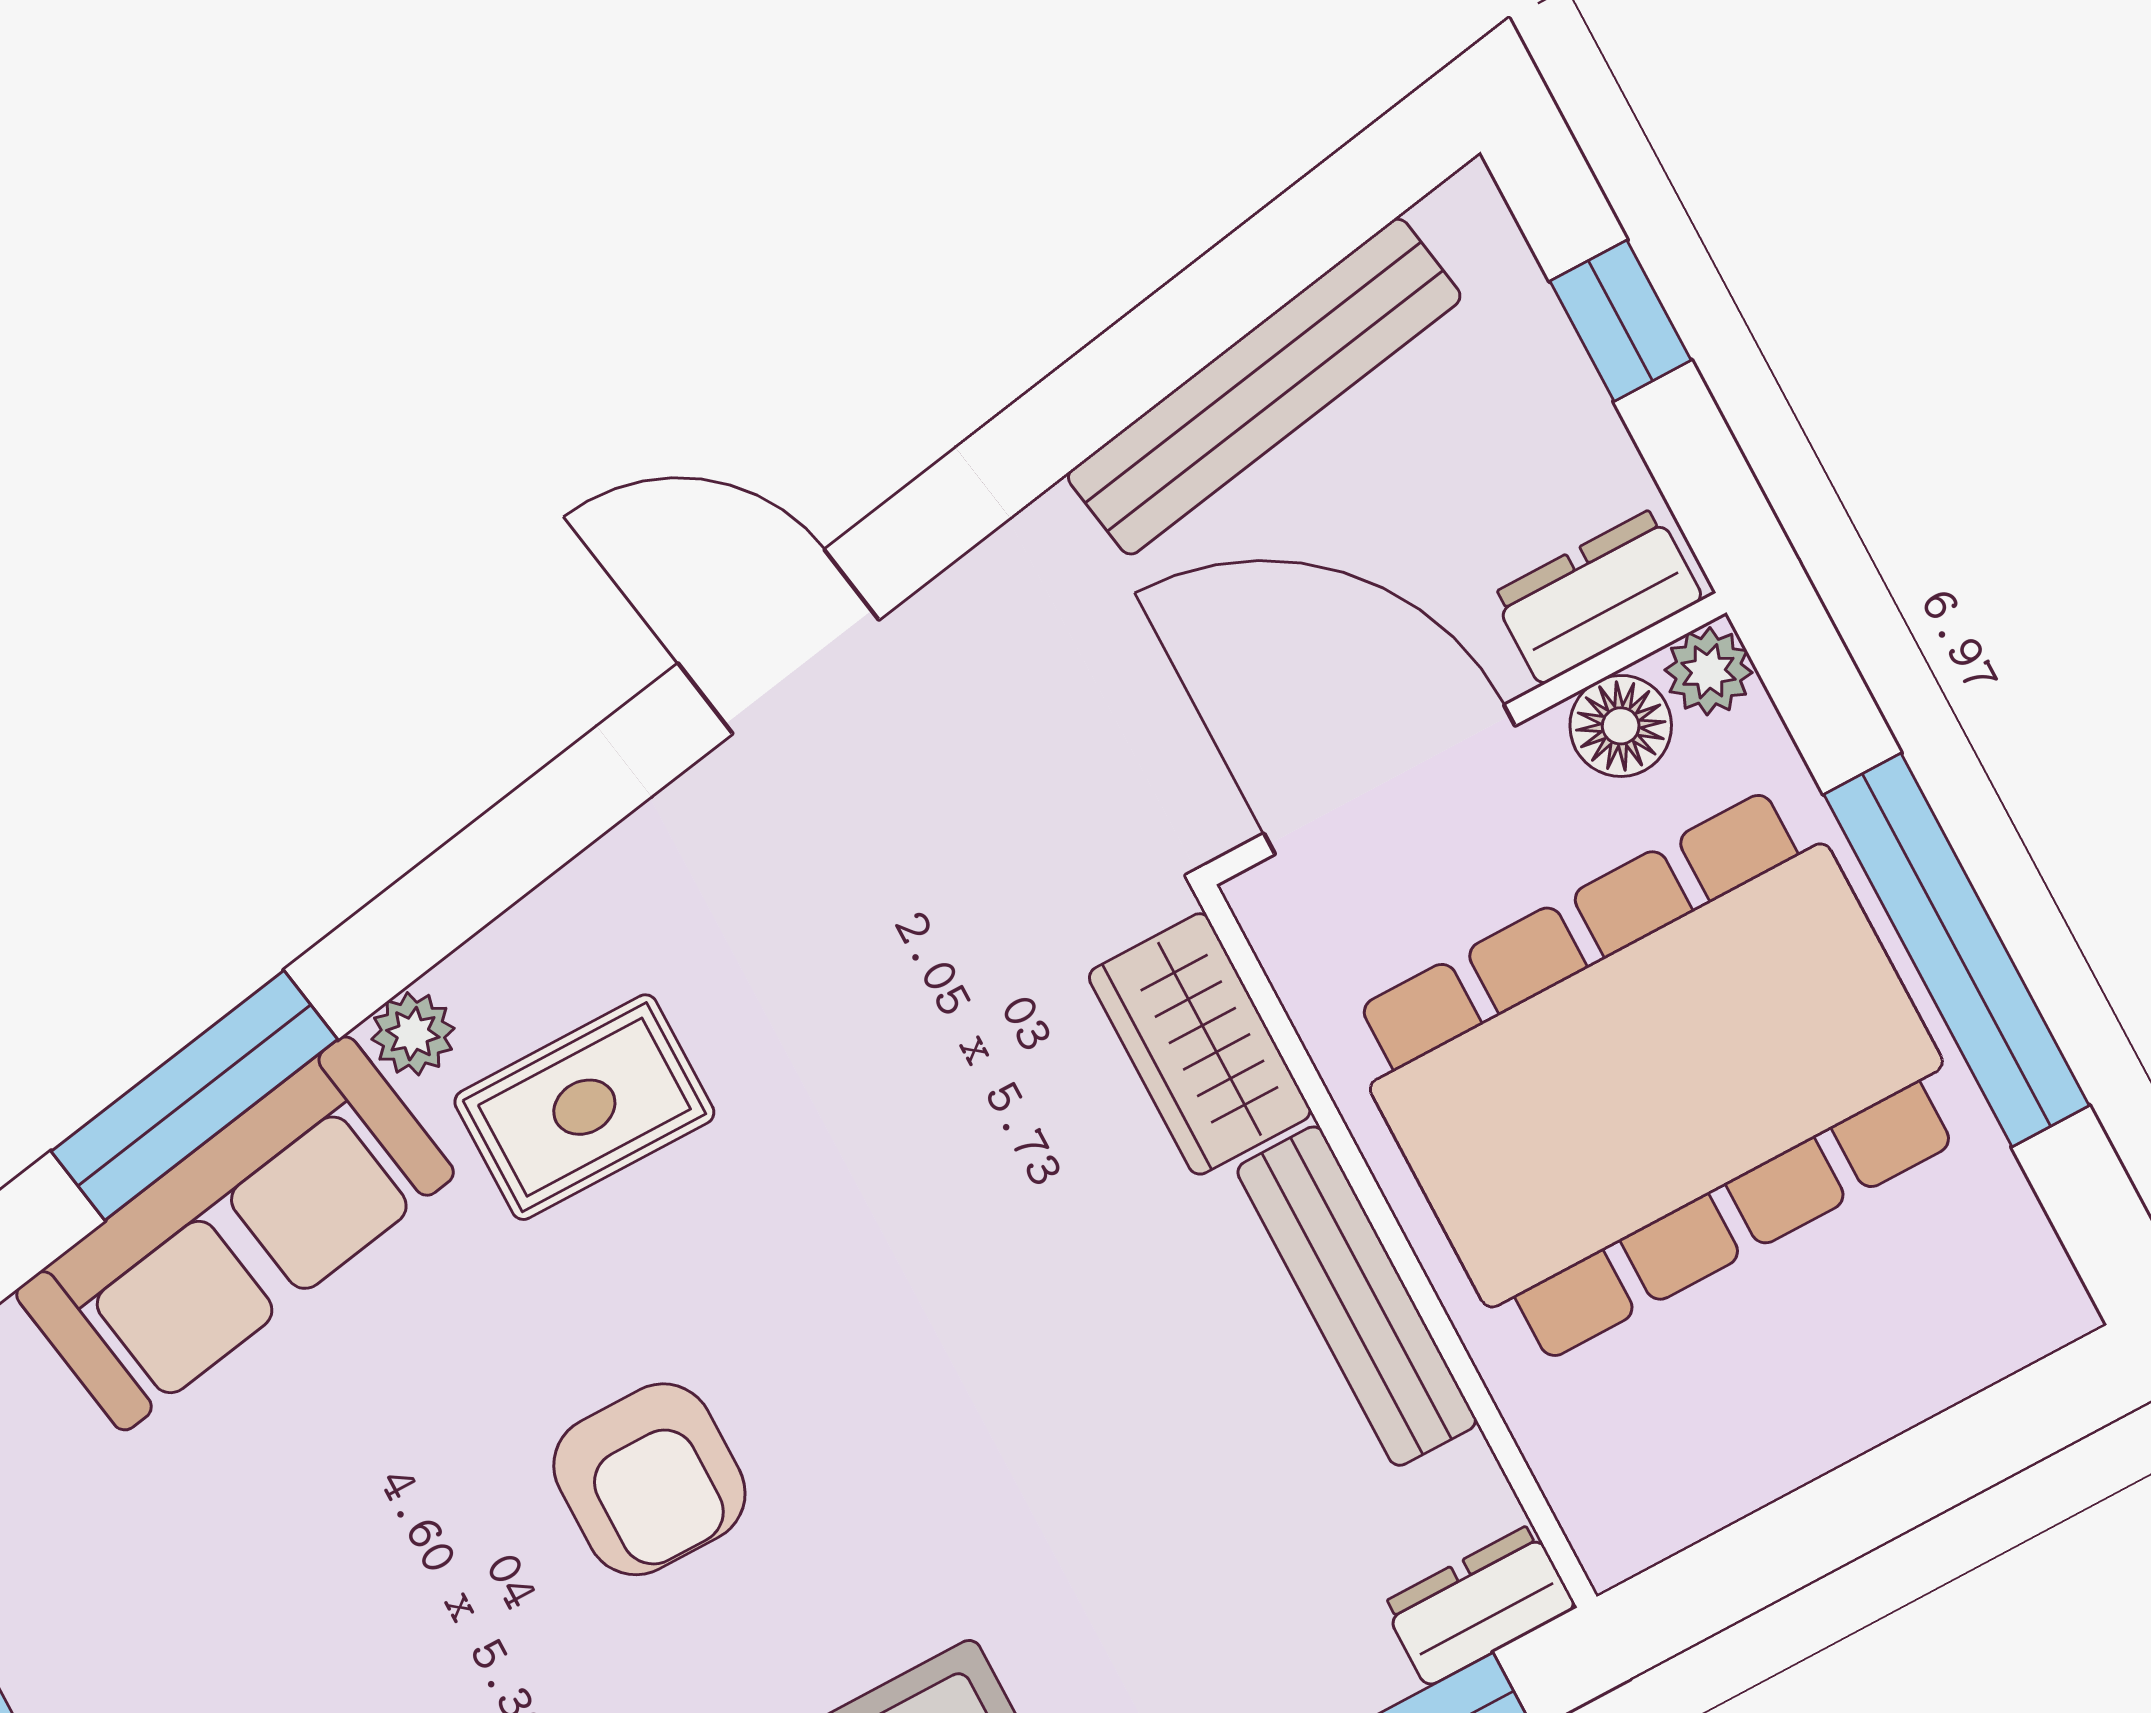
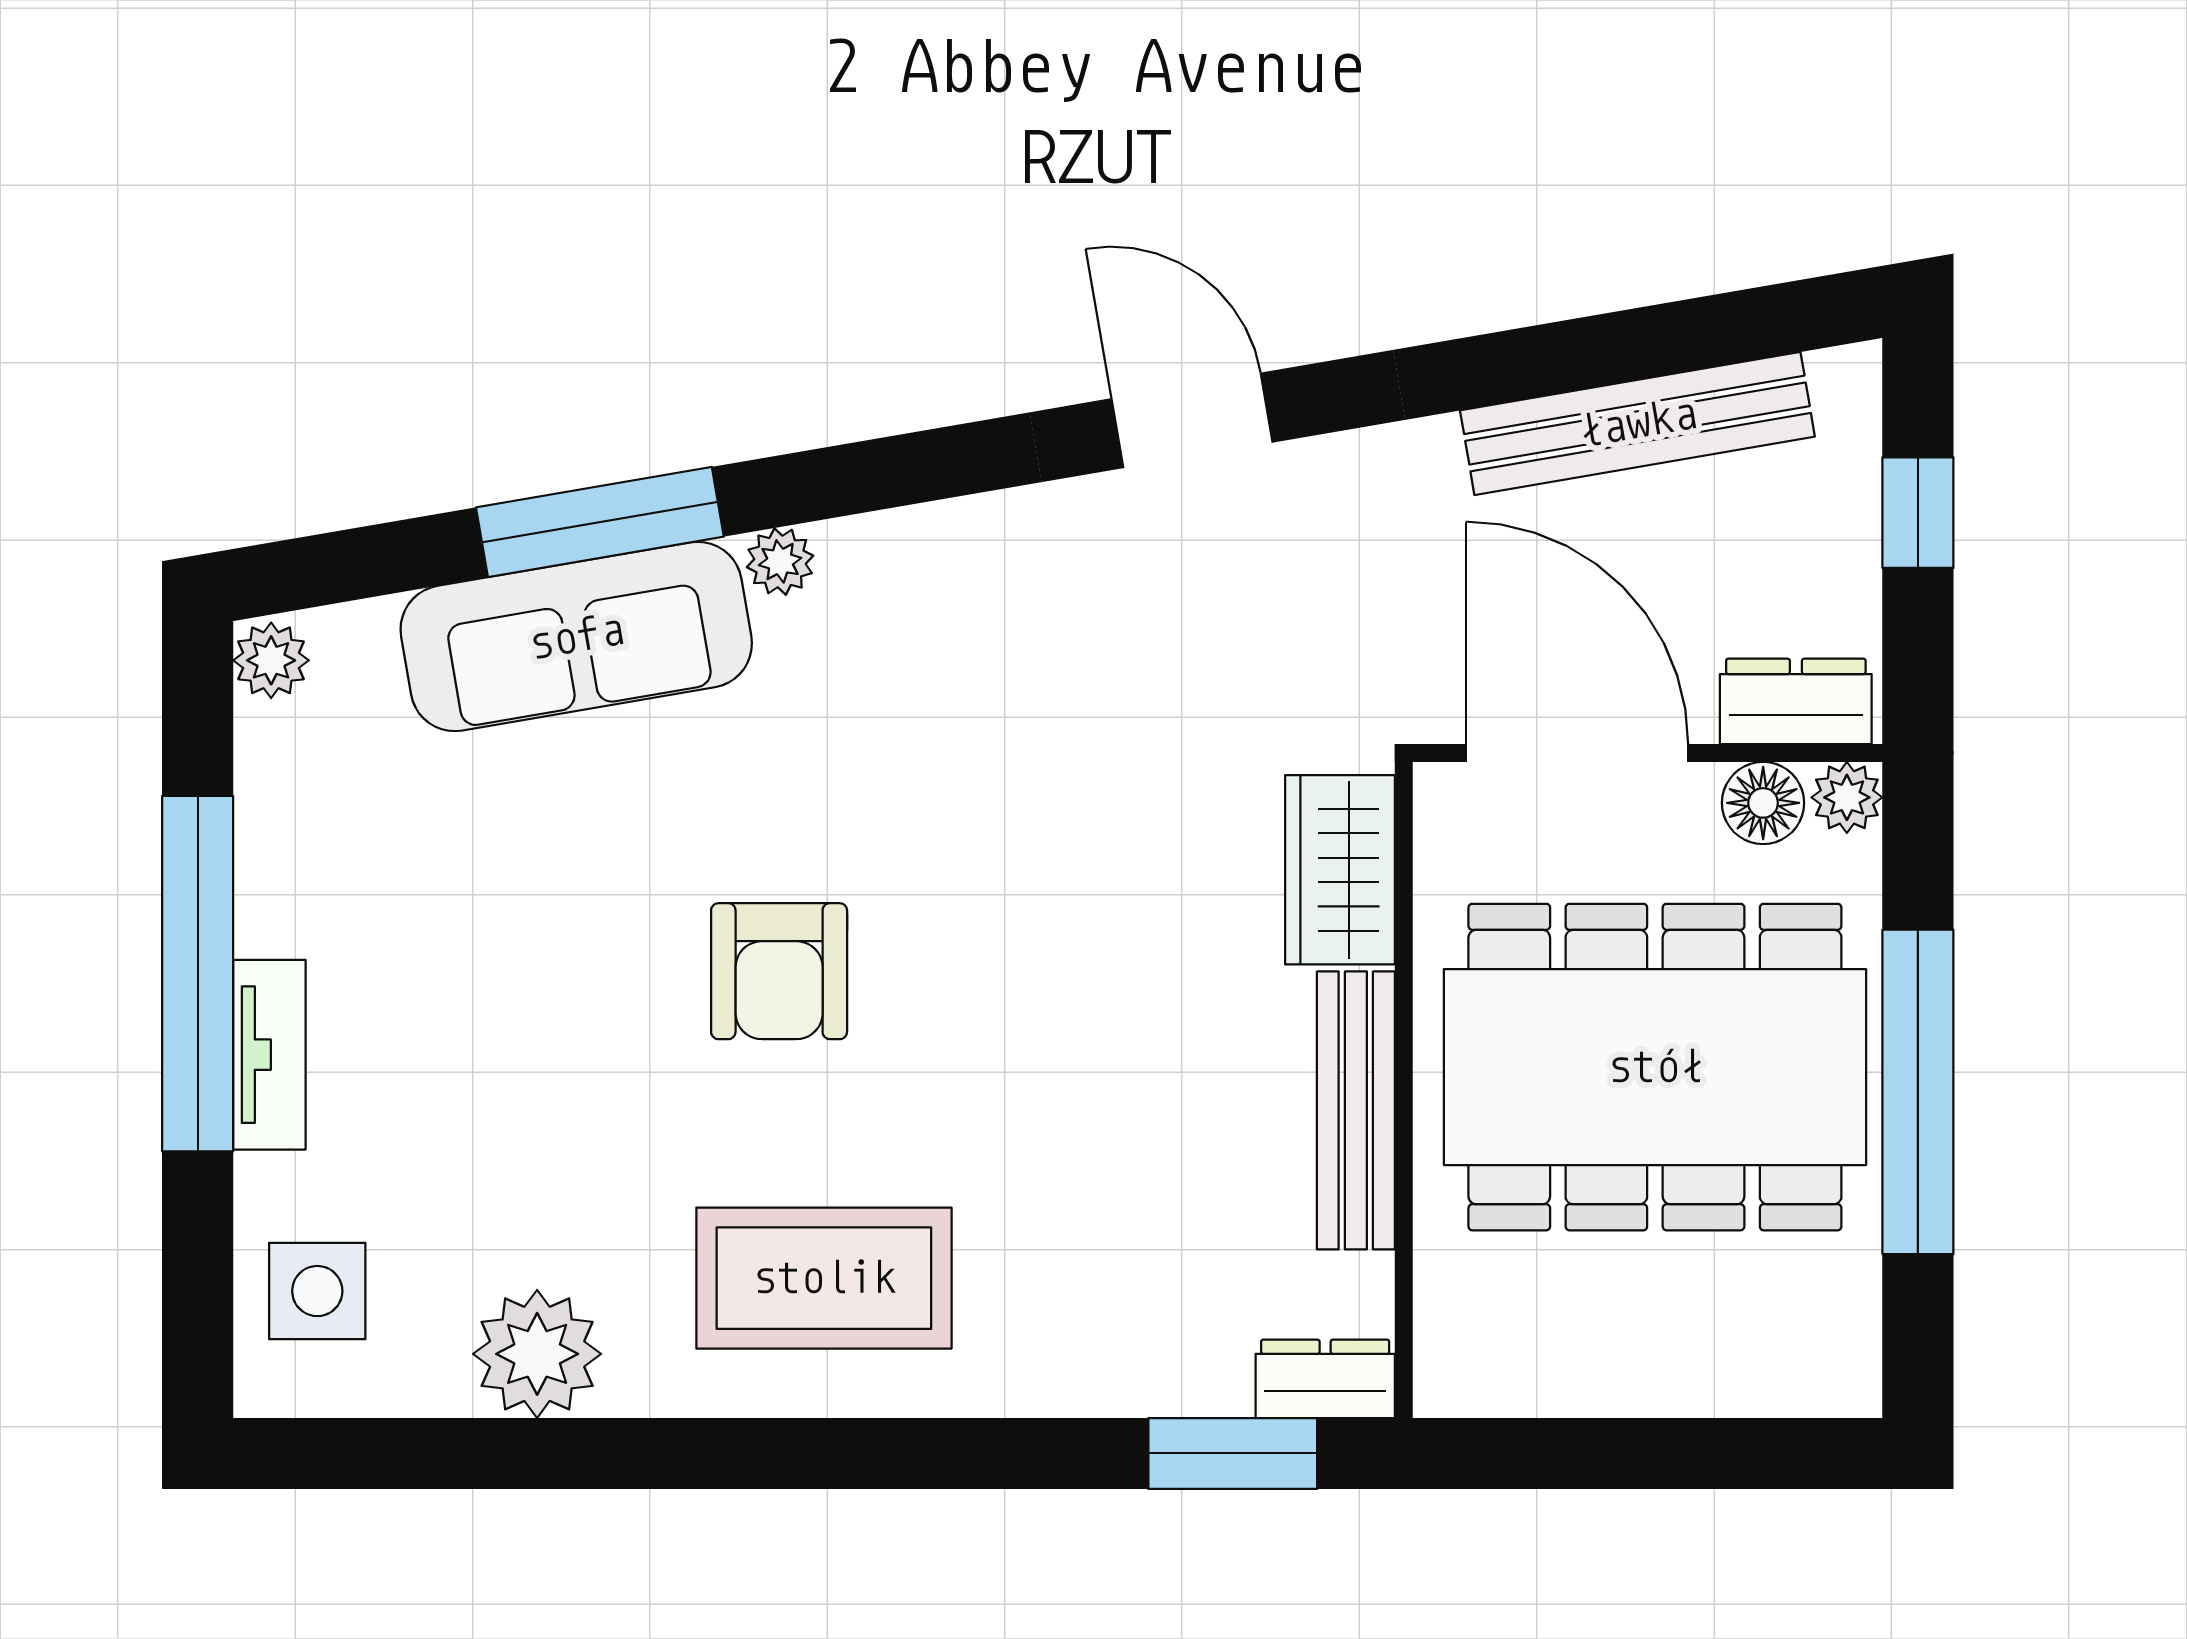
rug: (584, 1107) -> (875, 680), removed

